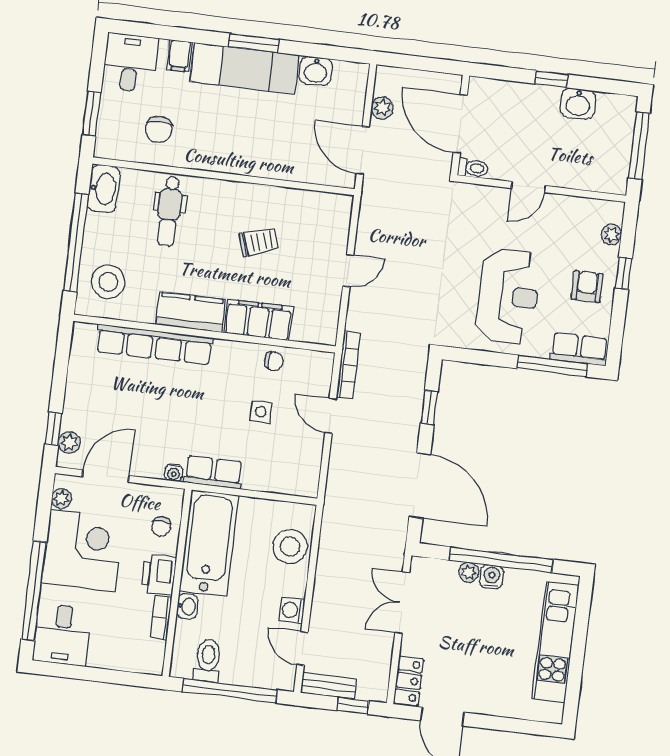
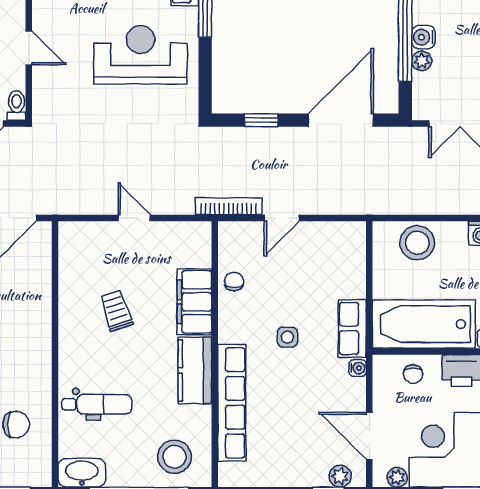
side table: (261, 412) -> (287, 337), moved
chair: (161, 526) -> (413, 374), turned 90

